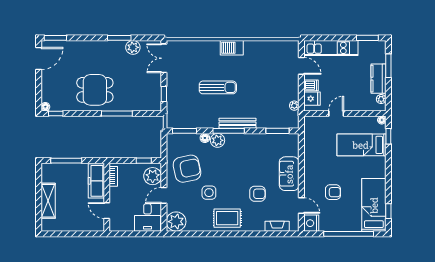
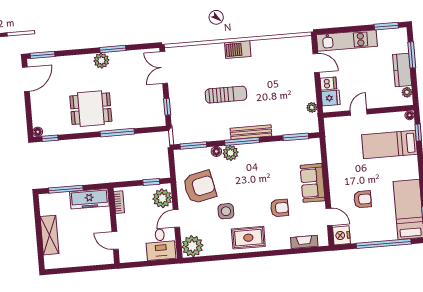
plant: (133, 47) -> (101, 61), moved
freezer: (96, 181) -> (89, 199), moved, turned -90

